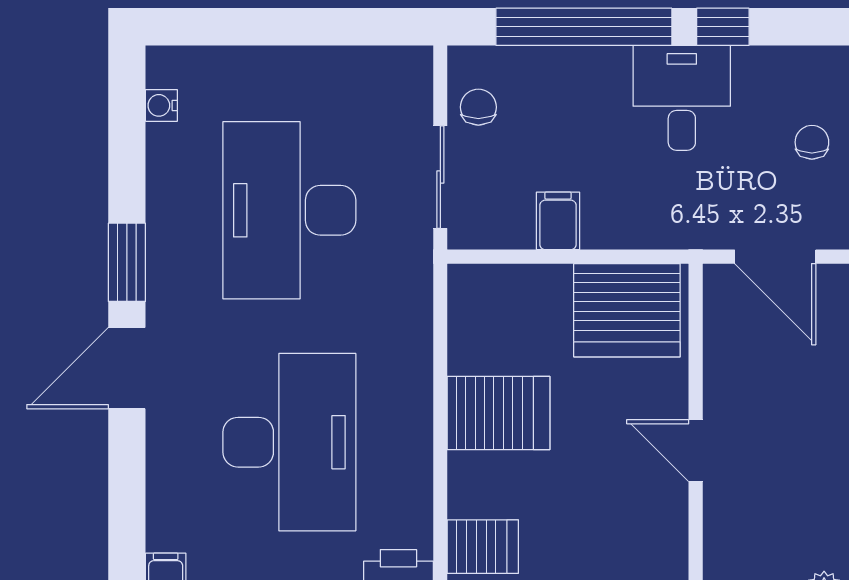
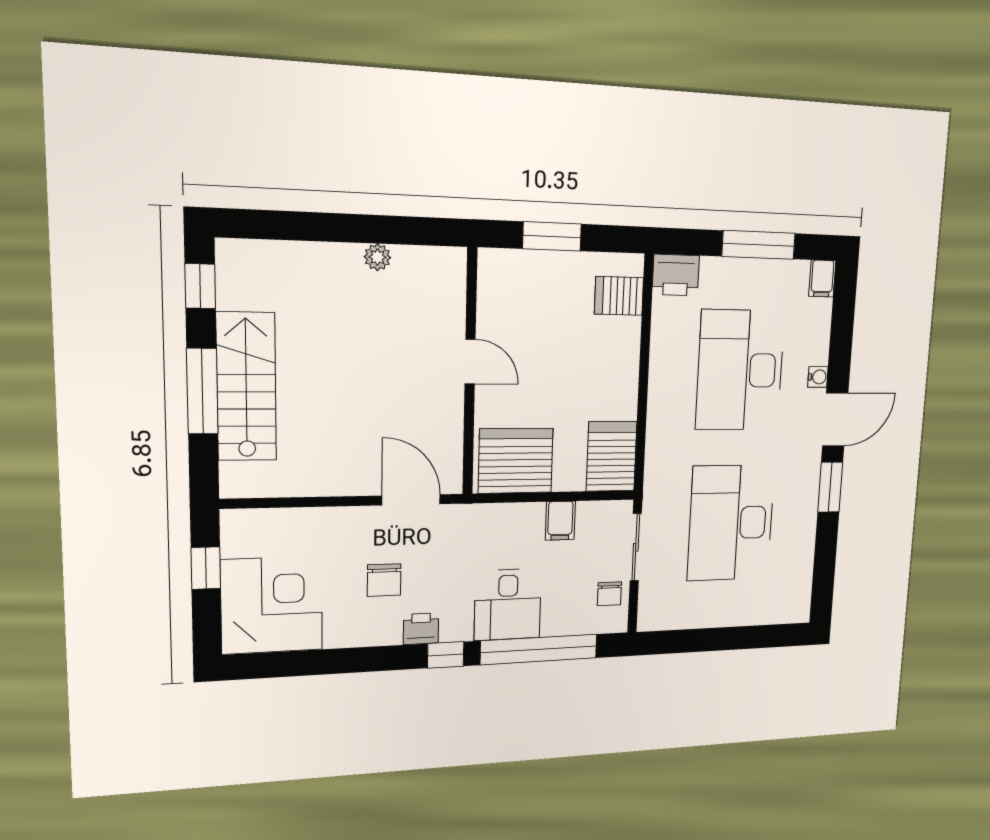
printer: (759, 68) -> (421, 629), added
desk: (682, 98) -> (508, 605), moved
water cooler: (161, 105) -> (818, 377), moved
chair: (812, 142) -> (384, 580), width x1.37, depth x1.37
desk: (289, 210) -> (731, 523), turned 180
server rack: (499, 413) -> (612, 456), moved, turned 90

